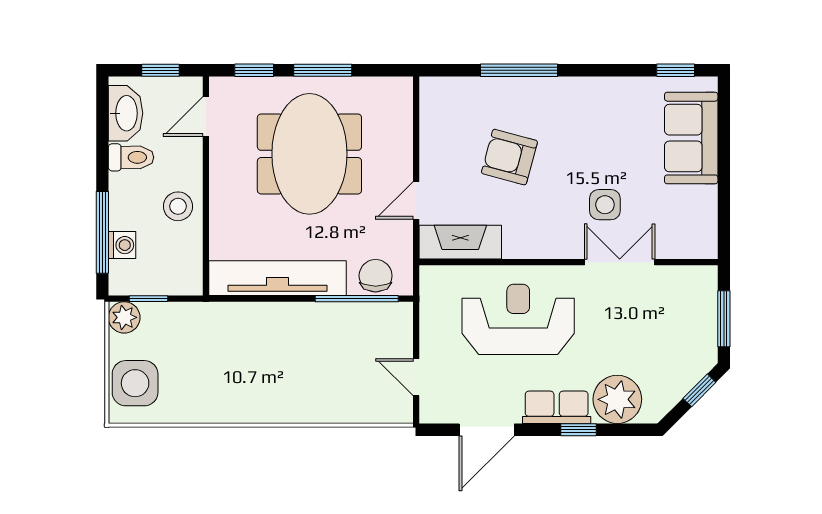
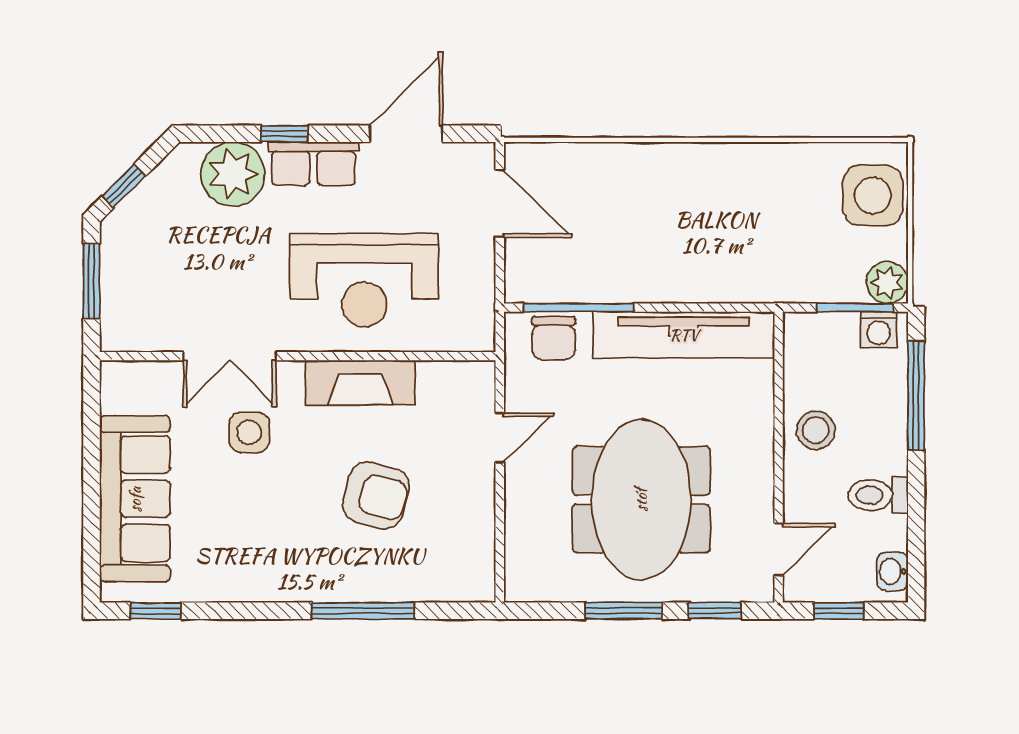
washbasin: (126, 113) -> (892, 571), width x0.52, depth x0.69
sofa: (691, 138) -> (135, 499), width x1.36
fireplace: (460, 242) -> (360, 383), moved
washing machine: (122, 245) -> (878, 330), moved, turned -90
window: (148, 299) -> (855, 308), width x1.50
door: (416, 377) -> (500, 203), width x1.37

